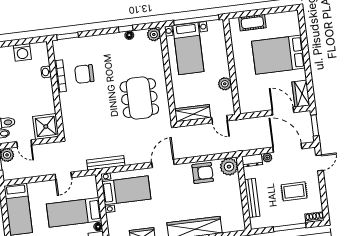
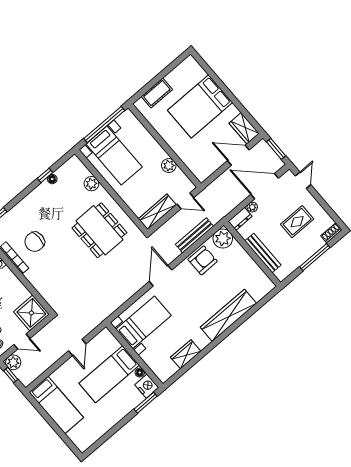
plant: (154, 34) -> (91, 184), moved
bench: (106, 163) -> (195, 235), moved

